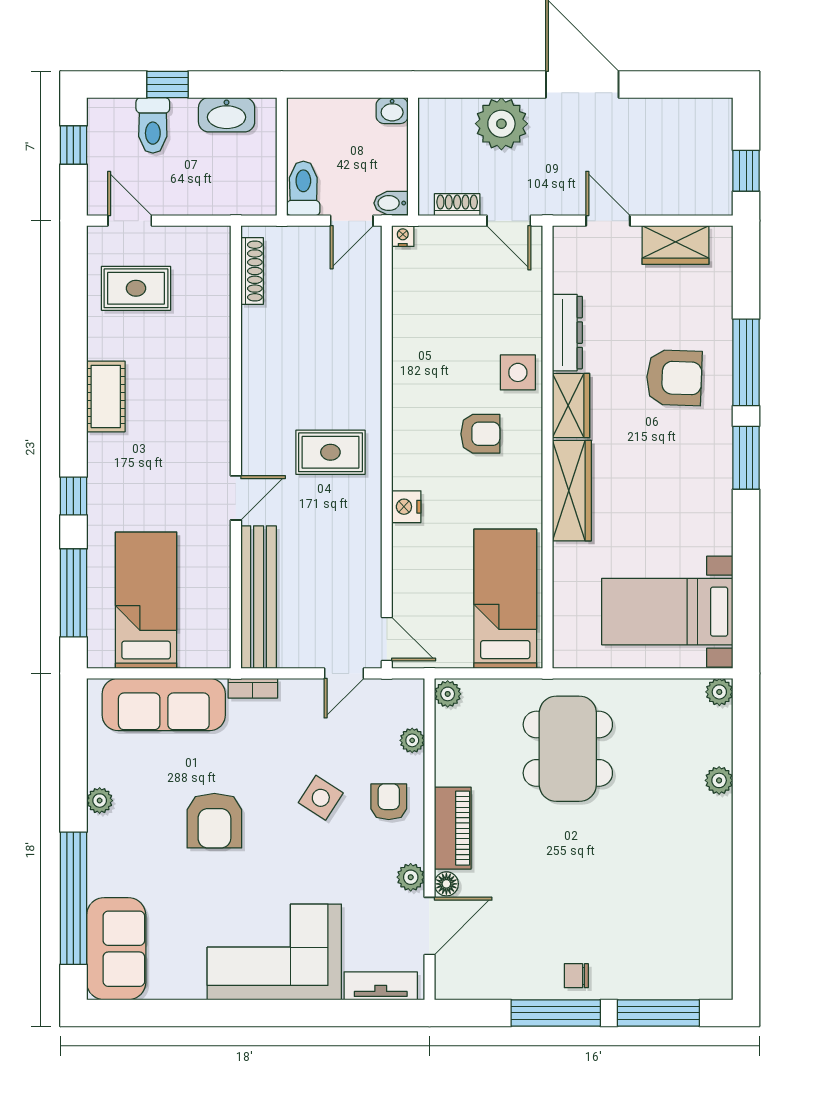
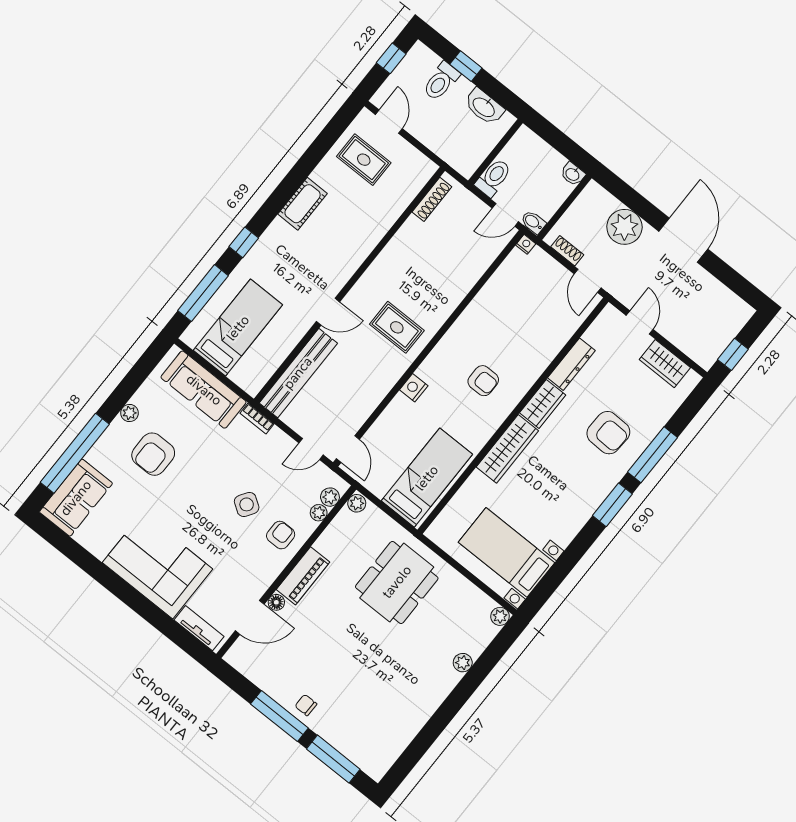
side table: (518, 372) -> (529, 364), removed
armchair: (214, 821) -> (153, 454), moved
plant: (411, 877) -> (330, 497), moved

